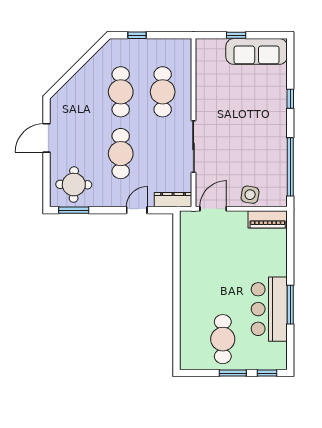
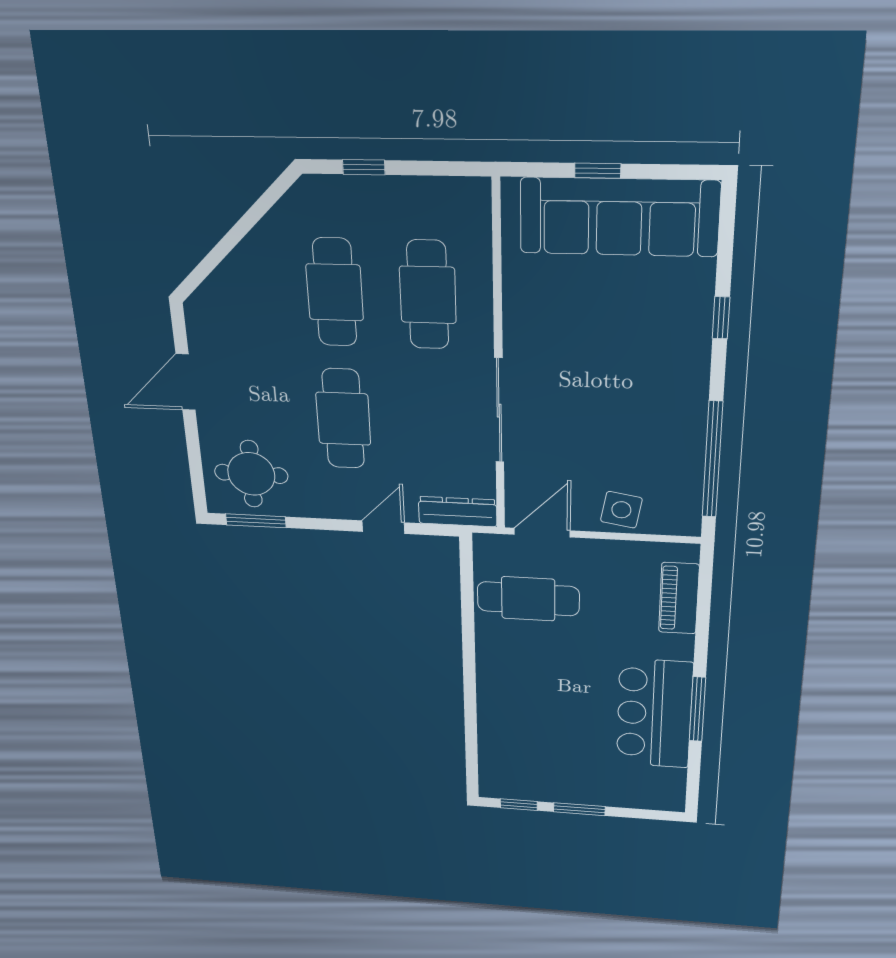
sofa: (257, 51) -> (619, 217), width x1.36, depth x1.27
piano: (268, 219) -> (679, 598), moved, turned 90
cafe table: (223, 339) -> (528, 599), moved, turned 90
window: (267, 373) -> (519, 805), moved

